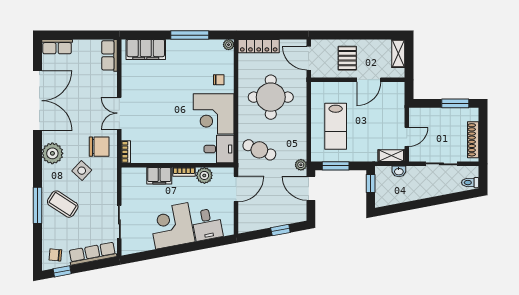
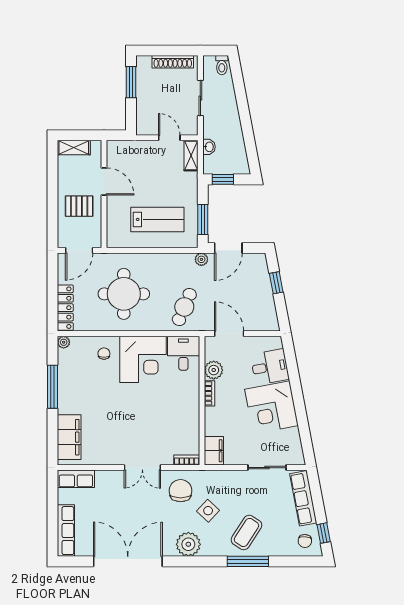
row of seats: (57, 47) -> (66, 531), width x1.48
filing cabinet: (159, 176) -> (214, 451), moved

